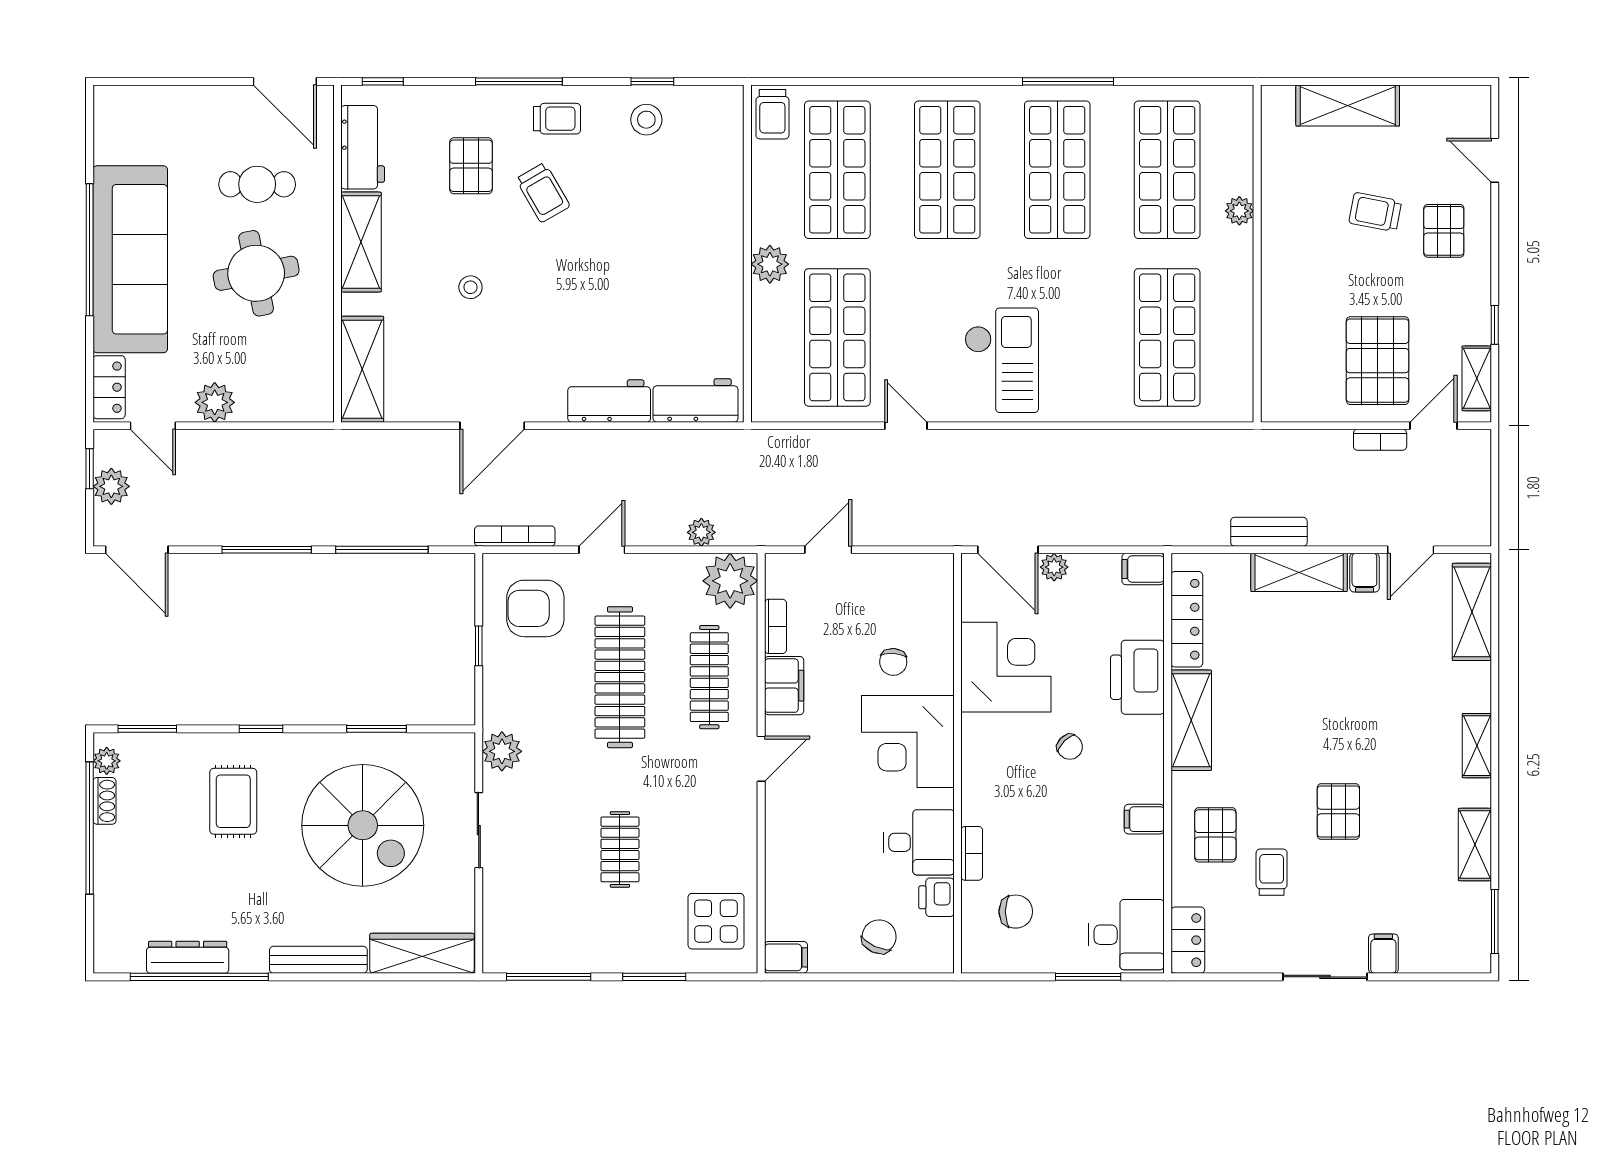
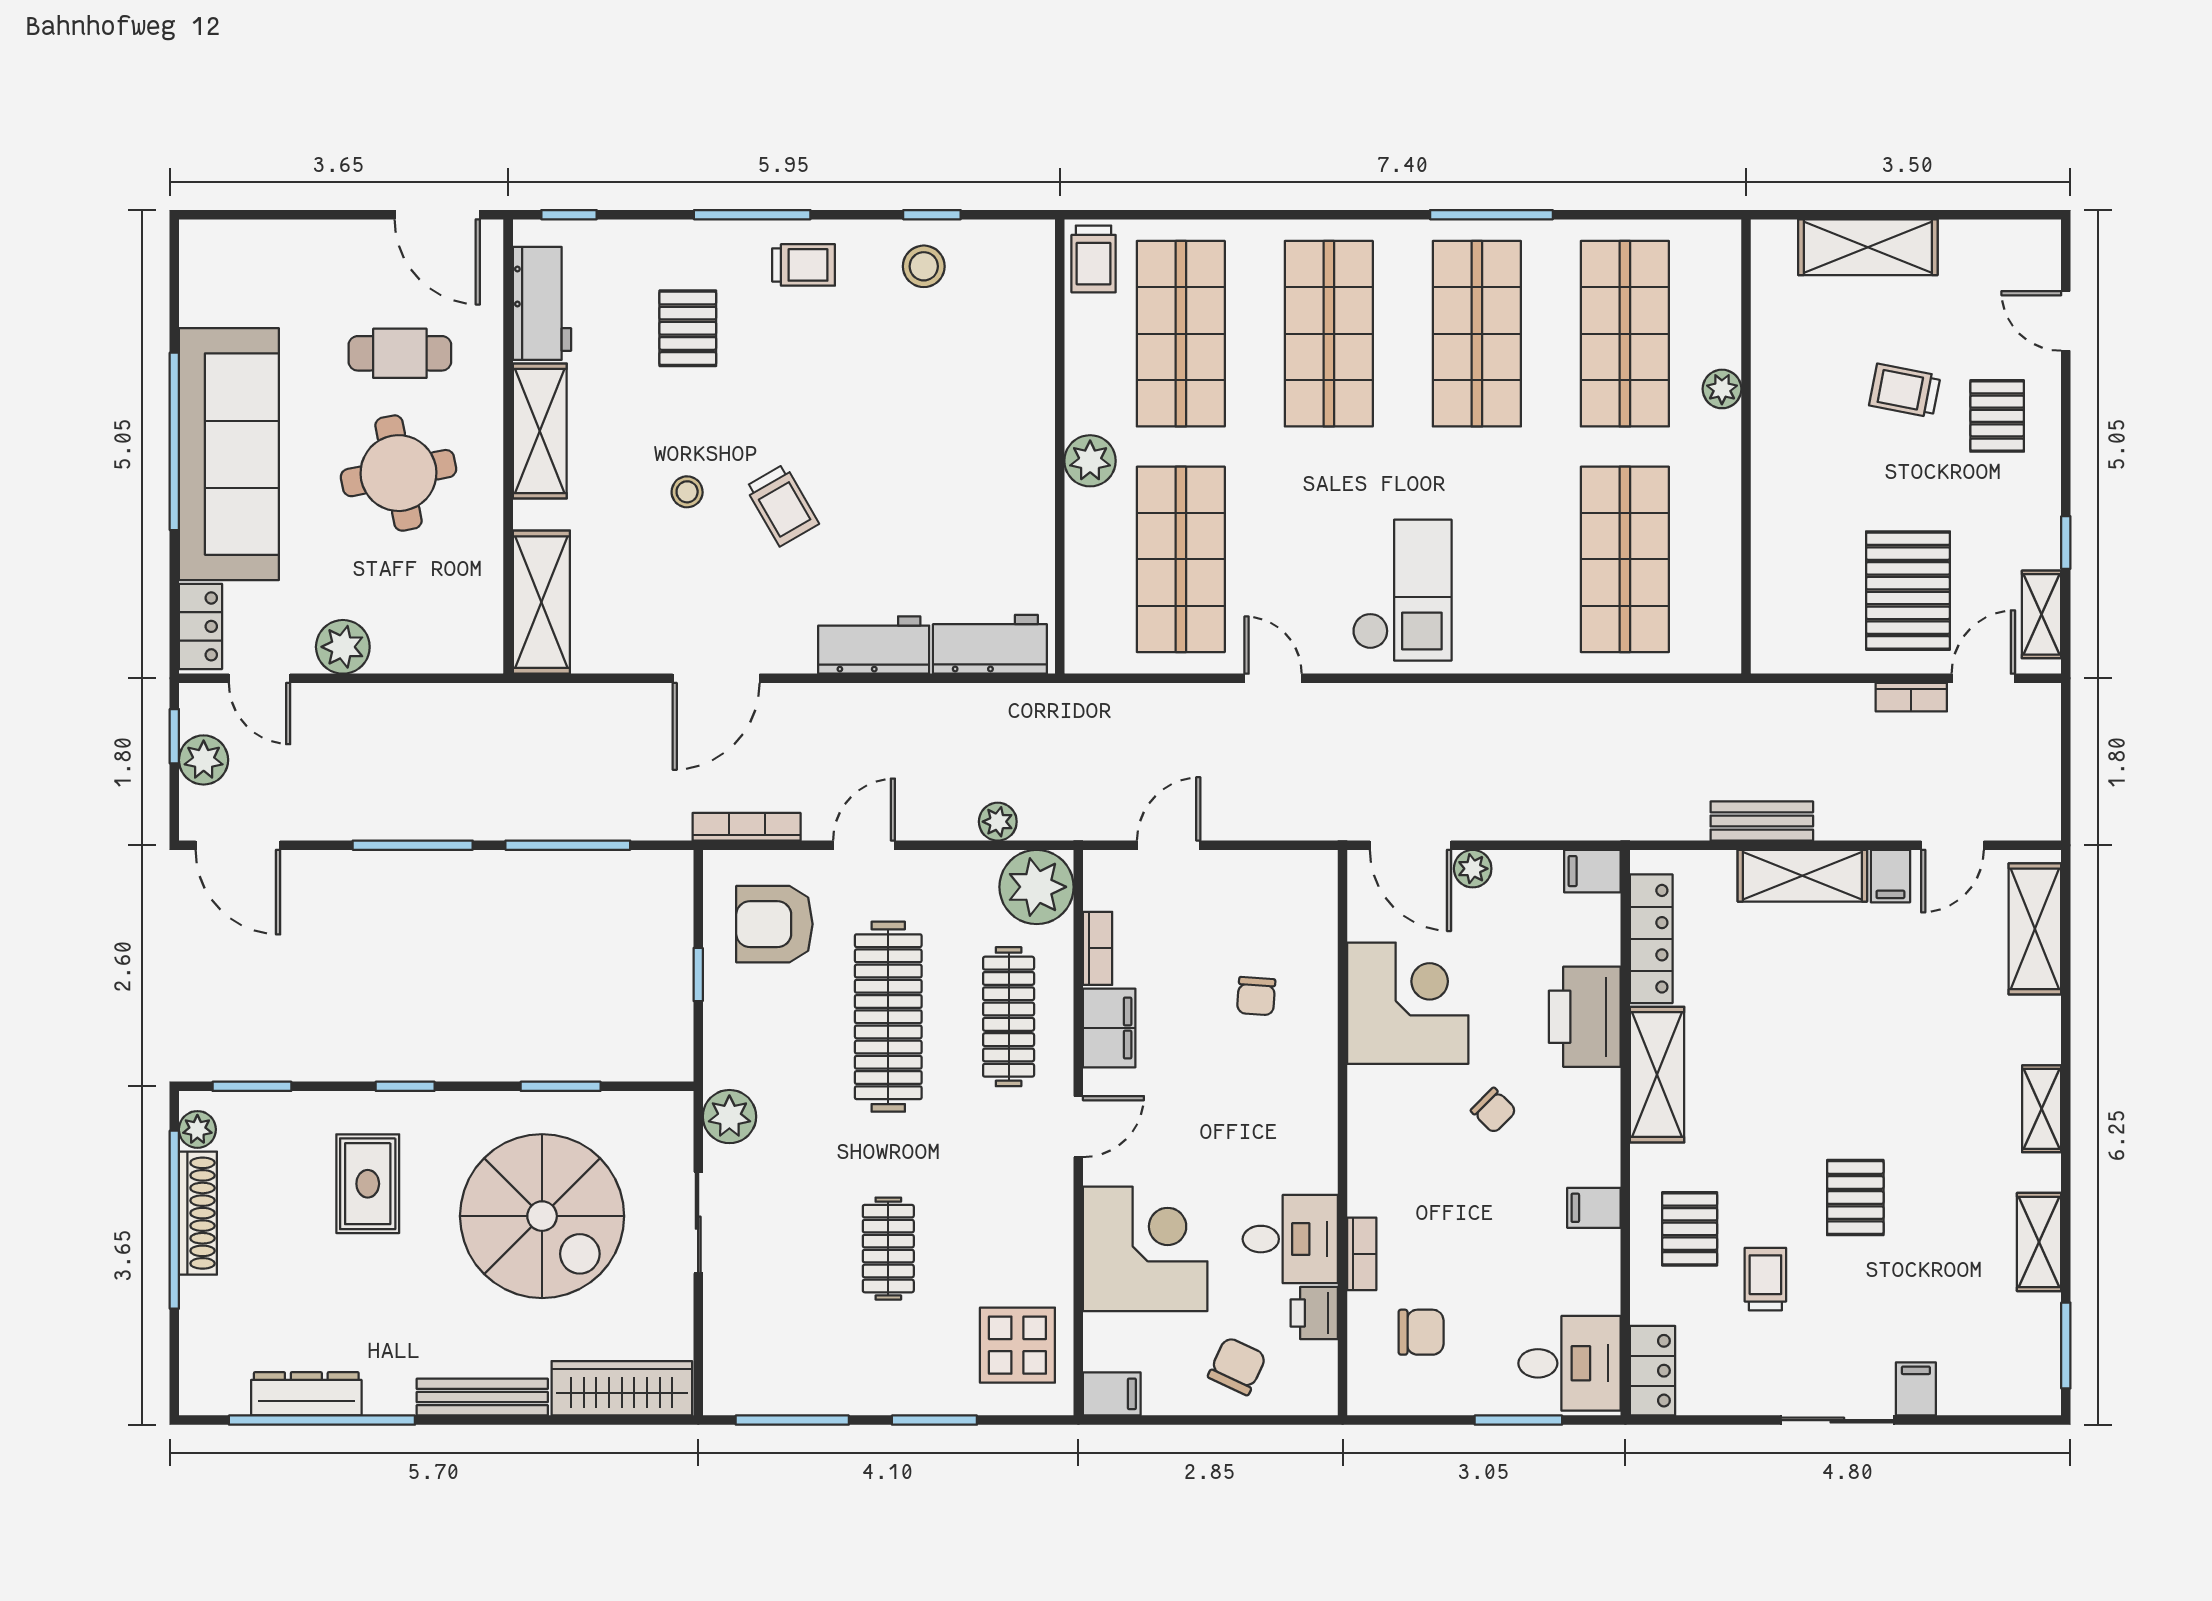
trolley: (543, 193) -> (782, 505), moved
corner desk: (908, 742) -> (1145, 1249), moved, turned 180
shoe rack: (104, 801) -> (198, 1213), width x1.94, depth x1.24

